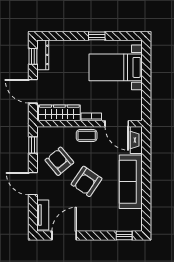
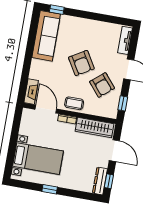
armchair: (87, 181) -> (81, 63), turned 115
sofa: (131, 182) -> (46, 36), moved
door: (64, 236) -> (109, 19), removed

